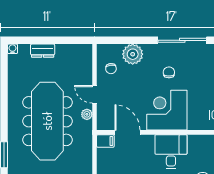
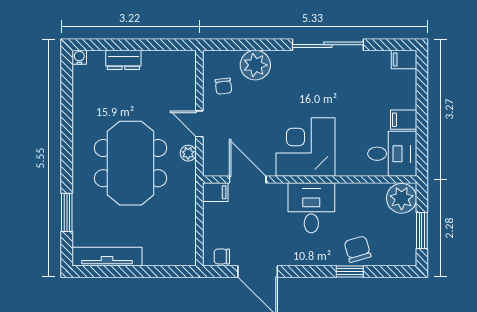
chair: (169, 72) -> (308, 92), removed
meeting table: (47, 121) -> (131, 163), width x0.73

